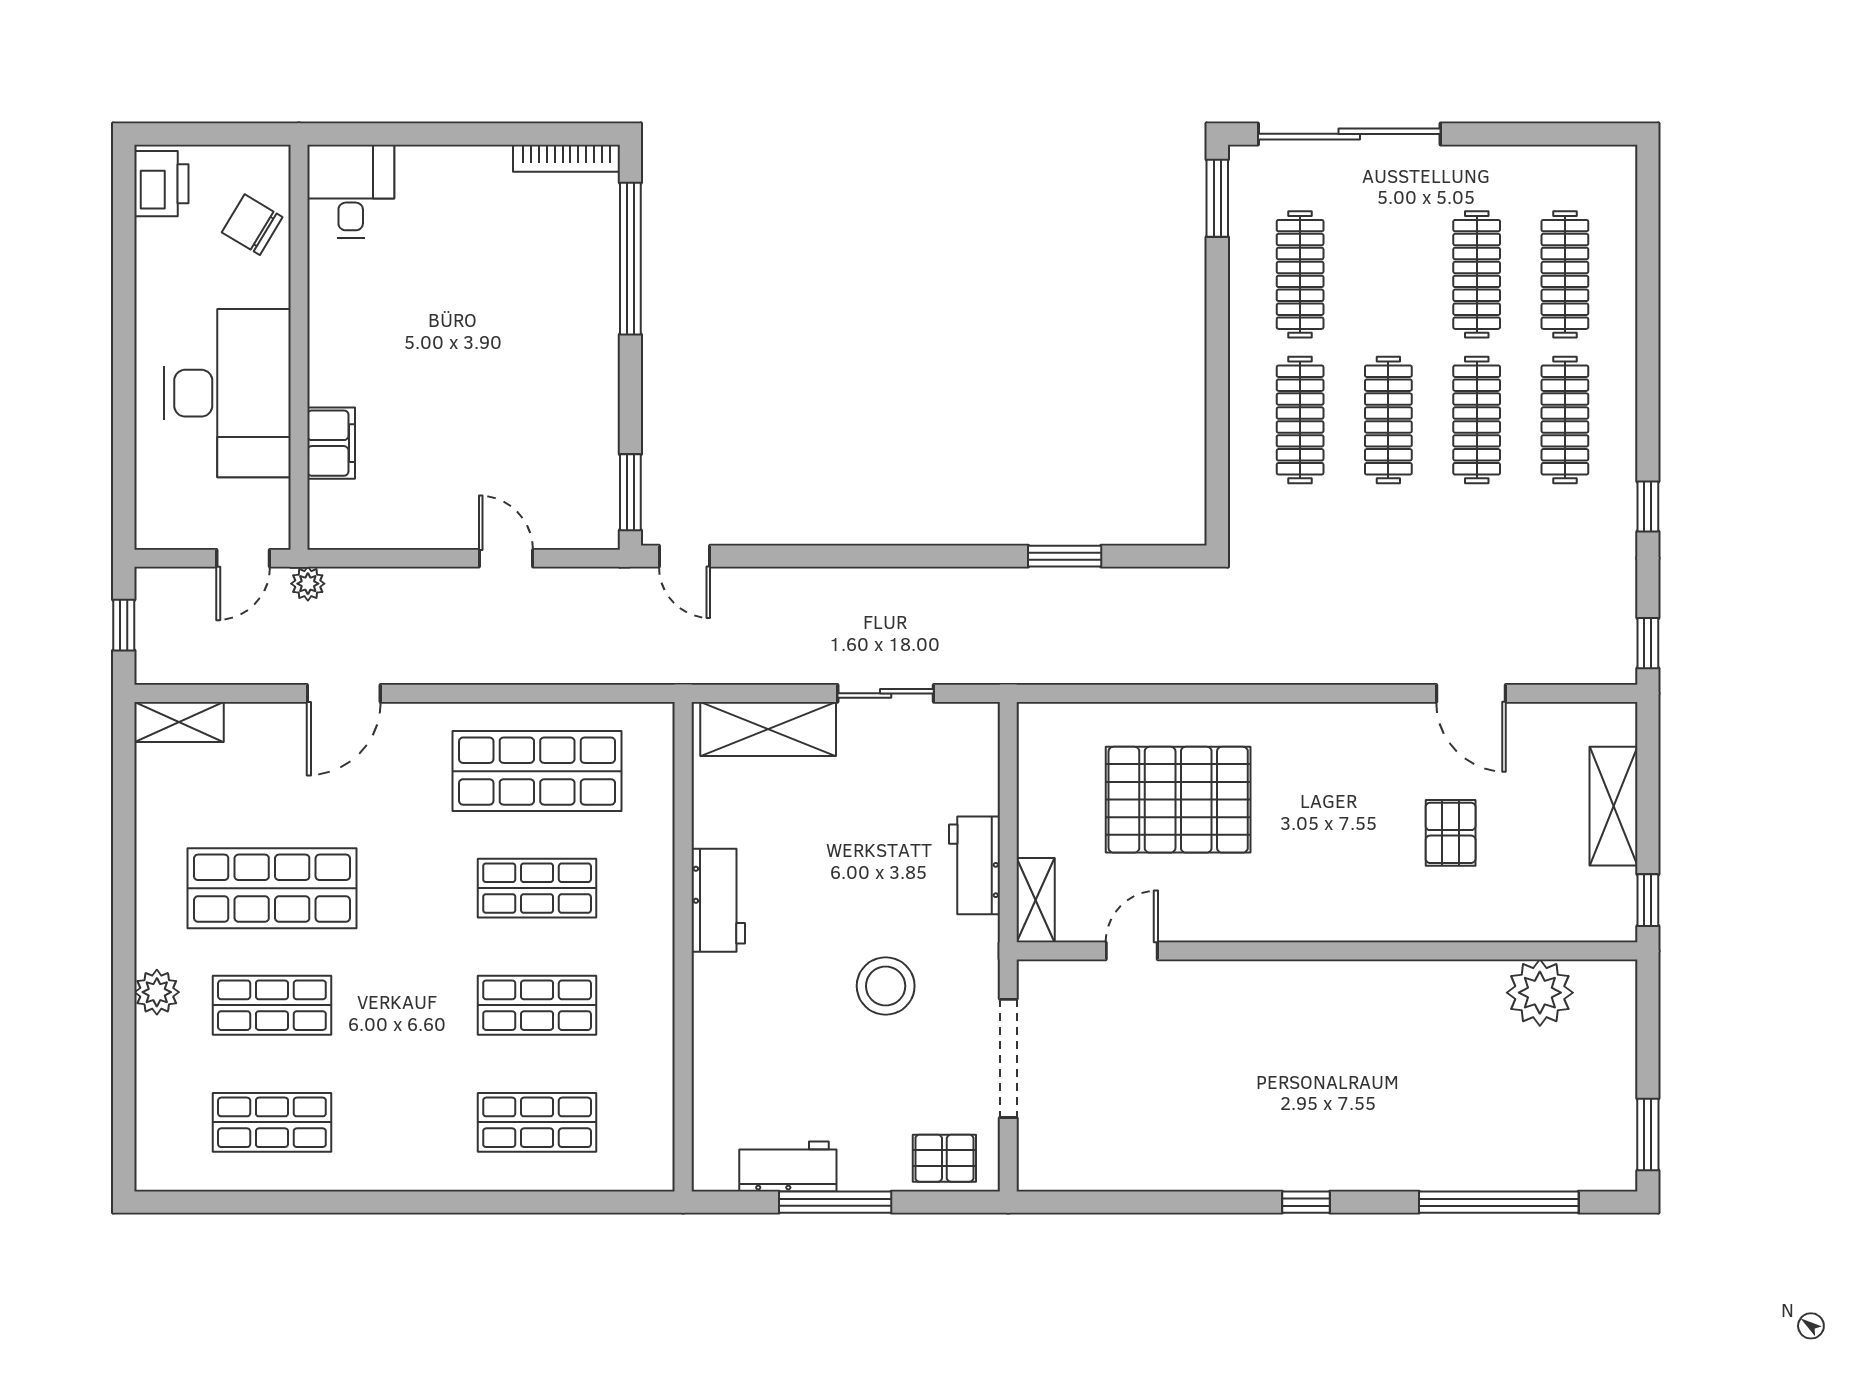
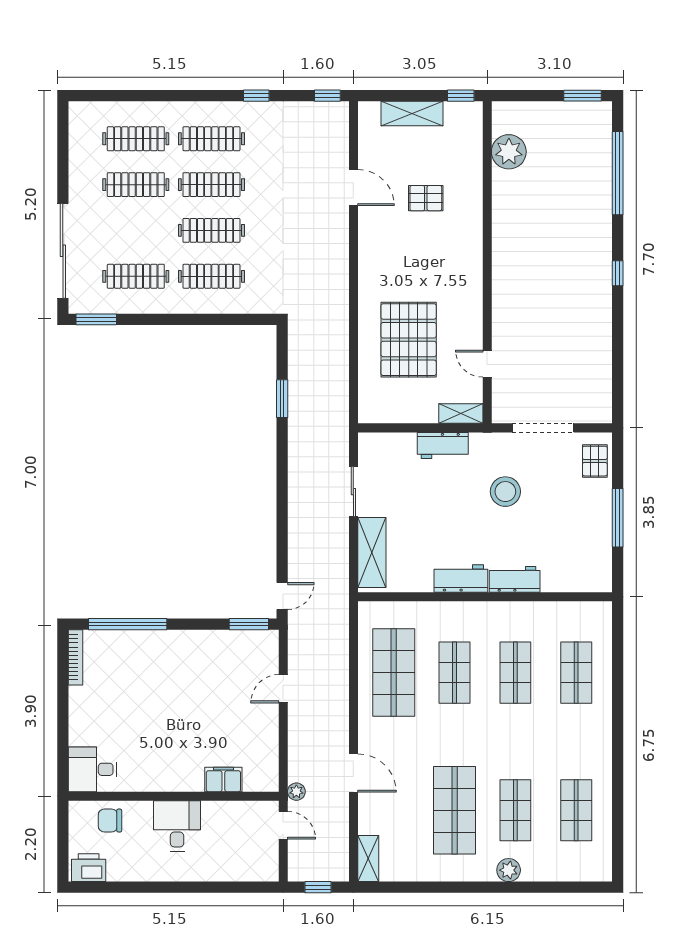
chair: (252, 225) -> (110, 821), turned 59
desk: (227, 393) -> (177, 826), width x0.53, depth x0.77
door: (1471, 693) -> (353, 188), hinge flipped
workbench: (788, 1167) -> (515, 579), moved, turned 90

